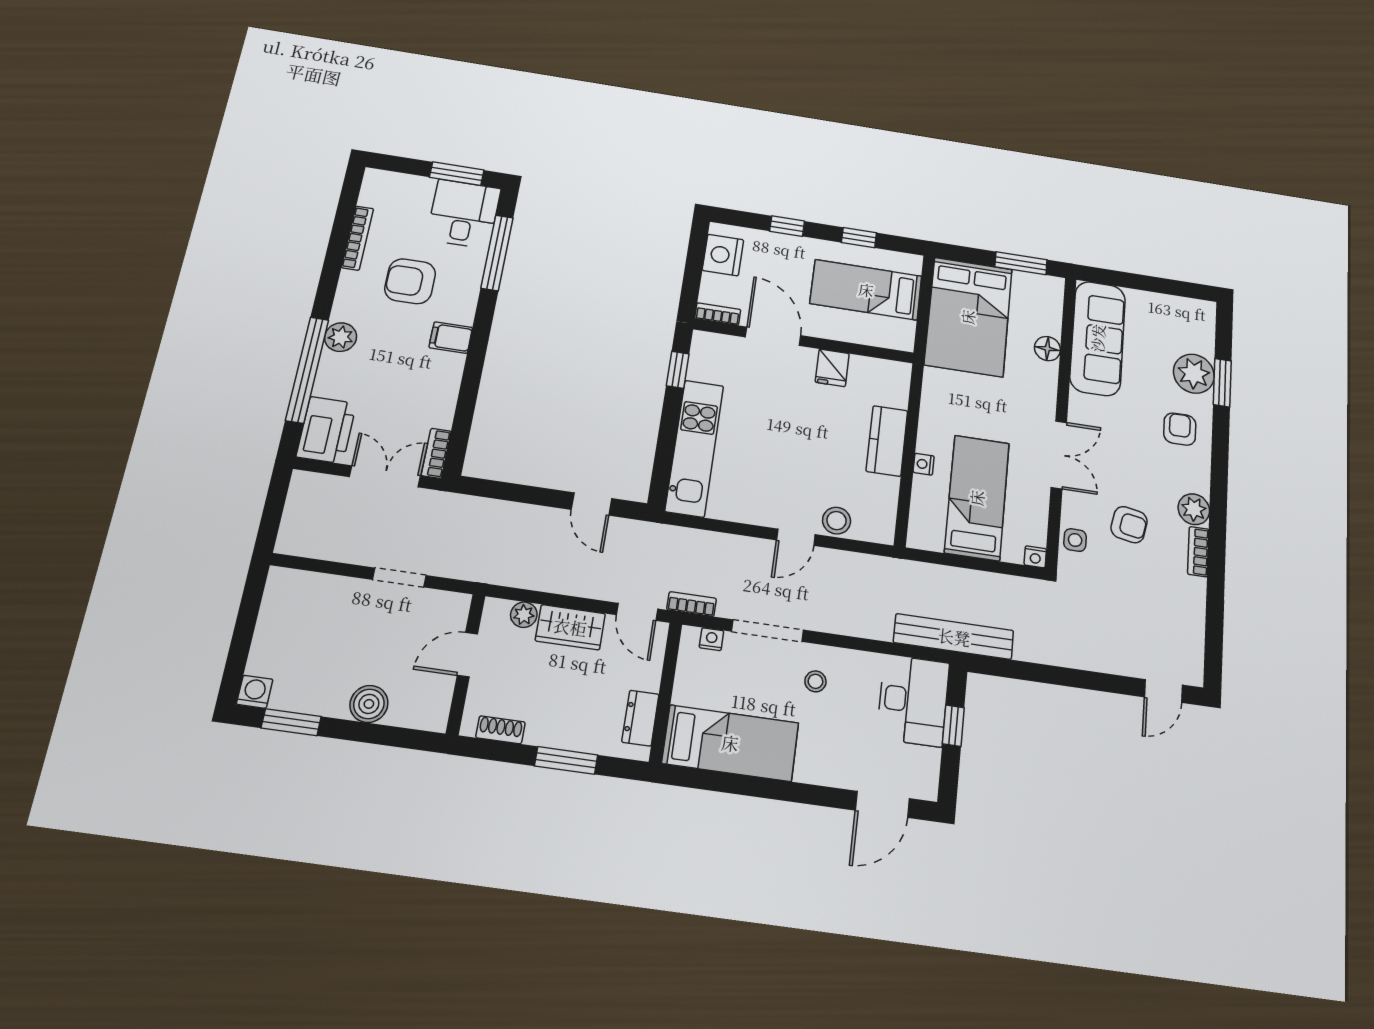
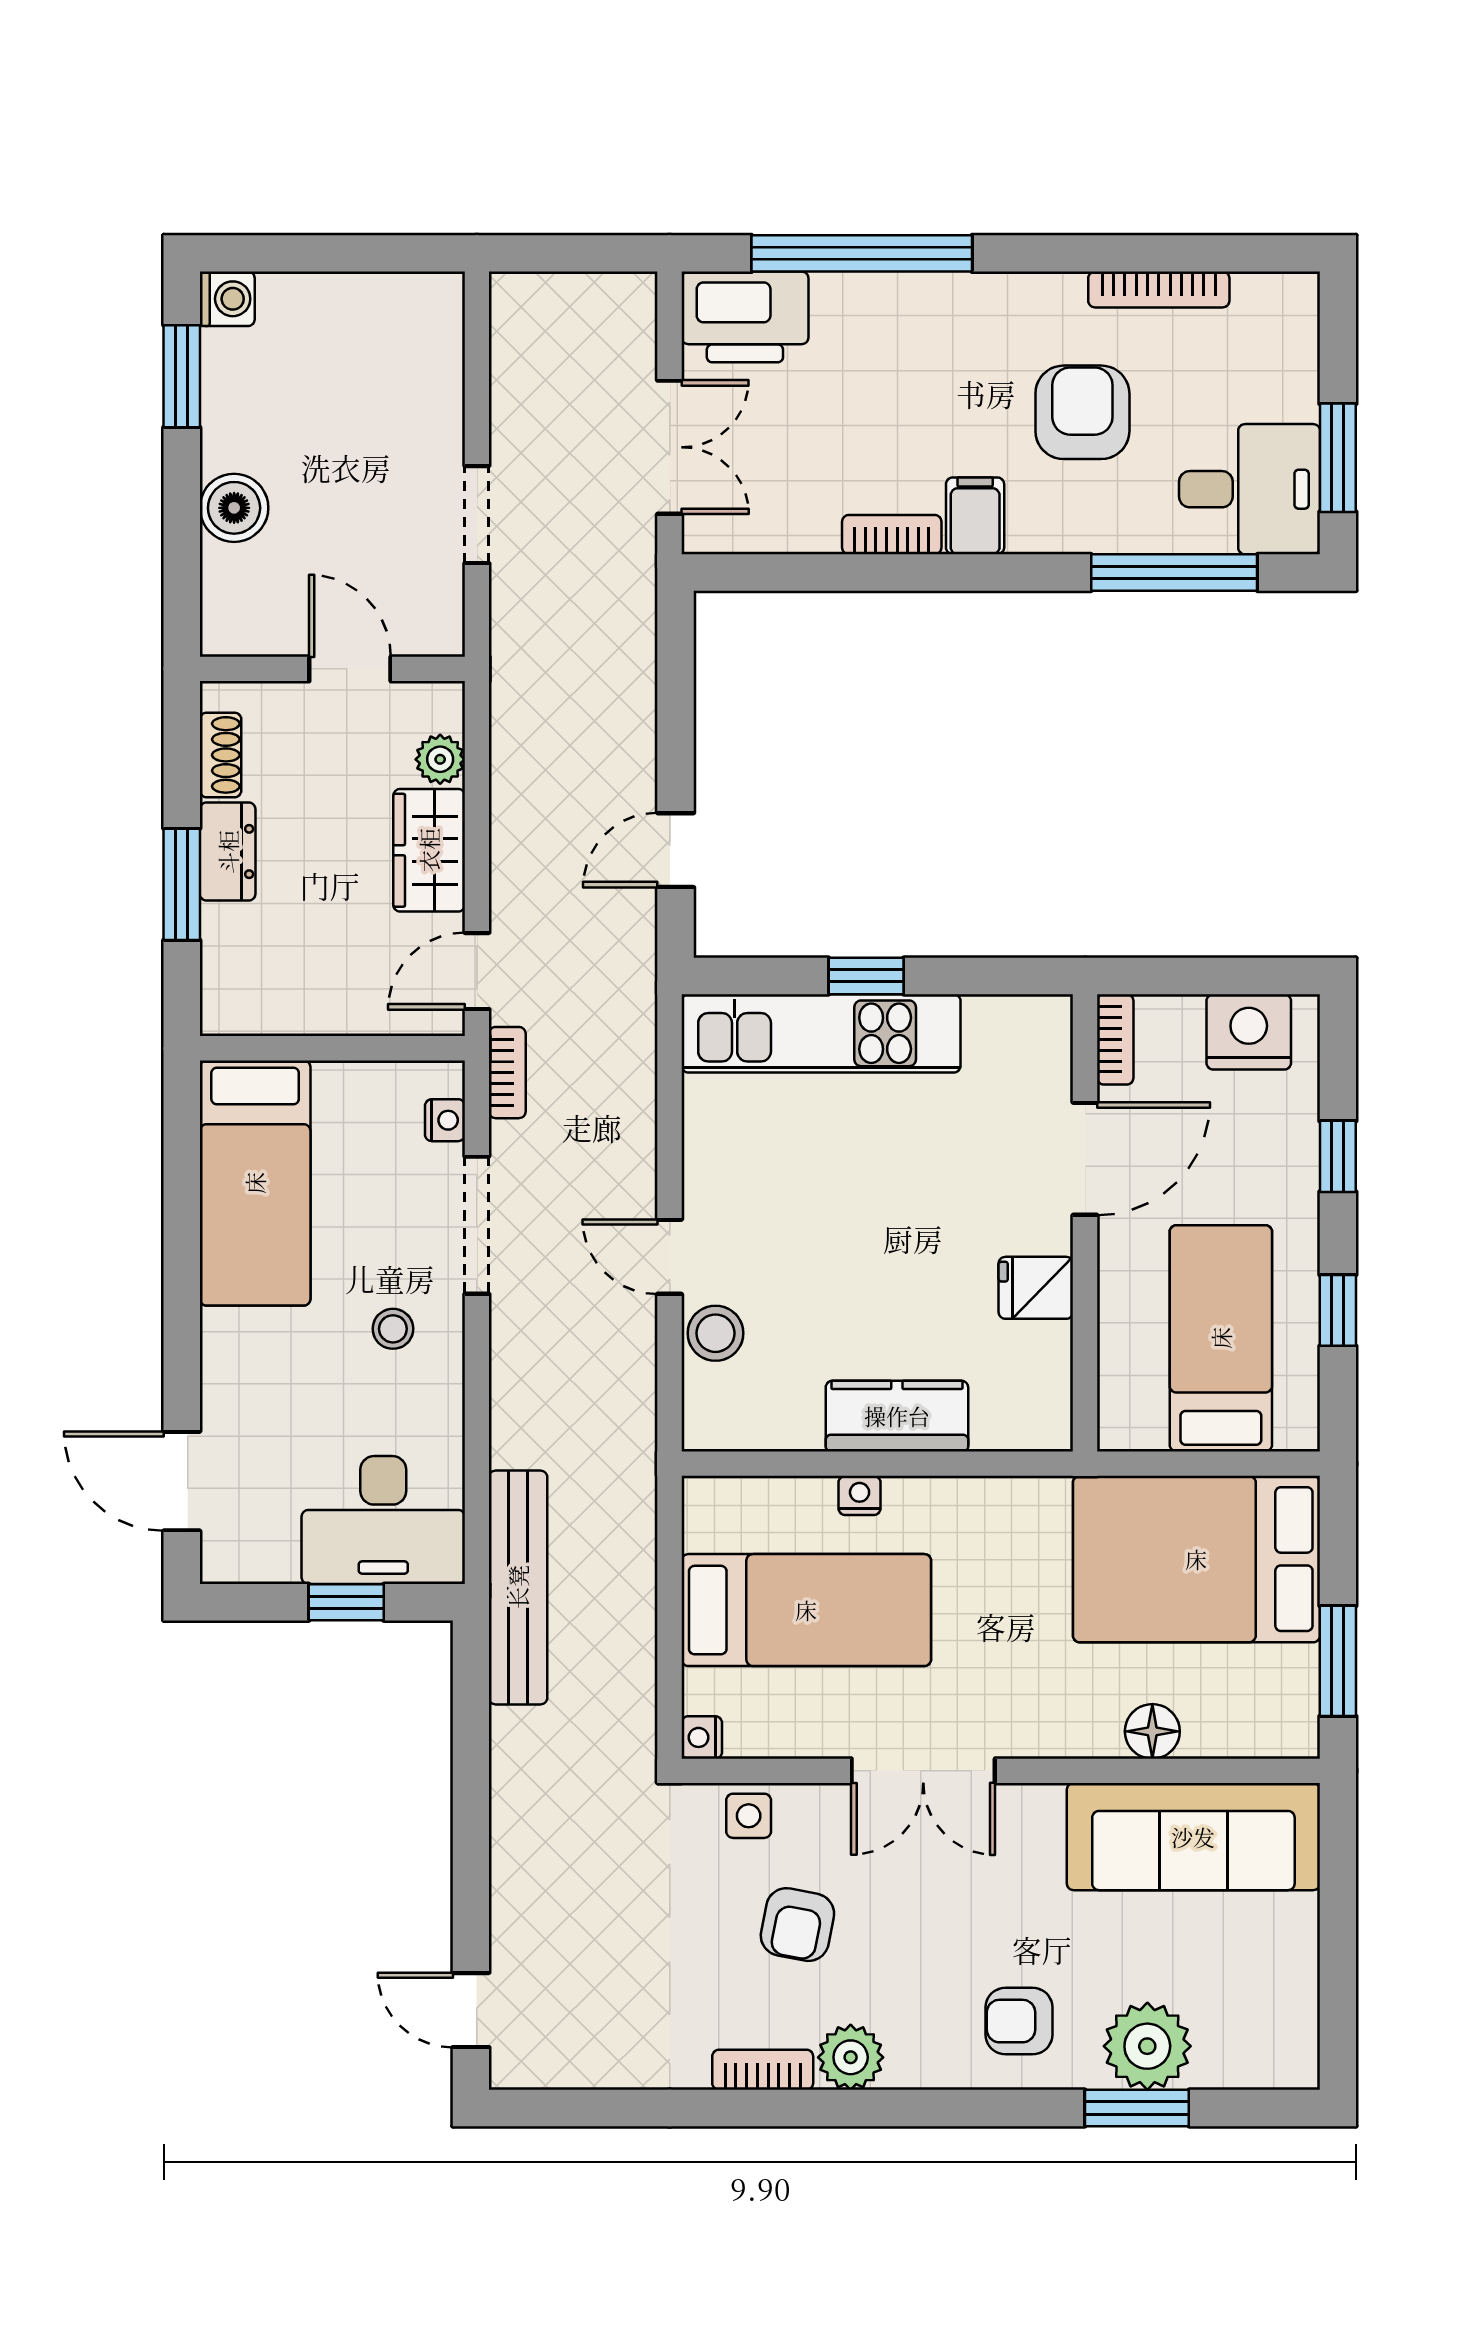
plant: (341, 337) -> (940, 302), removed
window: (678, 370) -> (866, 976), moved
armchair: (1180, 429) -> (1019, 2021), turned 180
bookcase: (436, 453) -> (892, 535), moved
dresser: (640, 718) -> (228, 852), moved, turned 90

